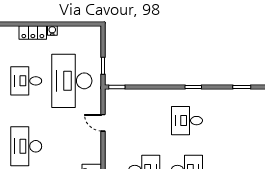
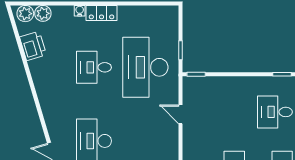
water cooler: (52, 31) -> (80, 11), moved

